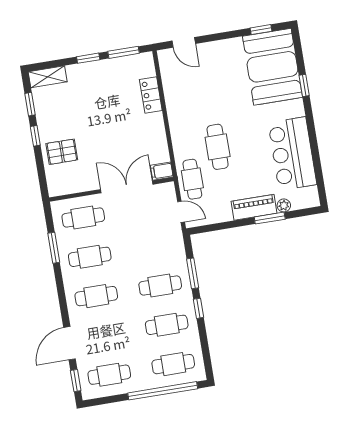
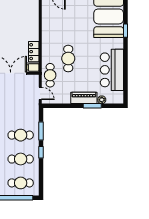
locker: (151, 95) -> (34, 52), moved

